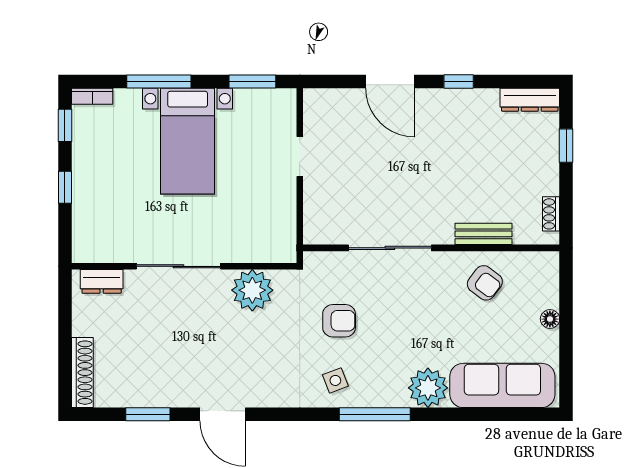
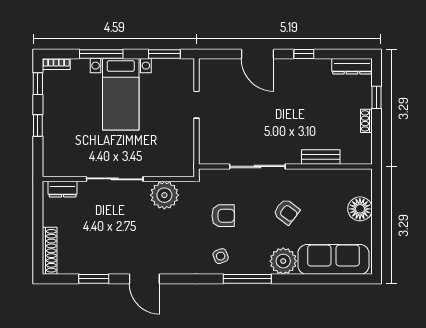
shoe rack: (551, 214) -> (366, 121), moved
armchair: (485, 283) -> (286, 212), moved
floor lamp: (550, 319) -> (360, 209), width x1.89, depth x1.89

